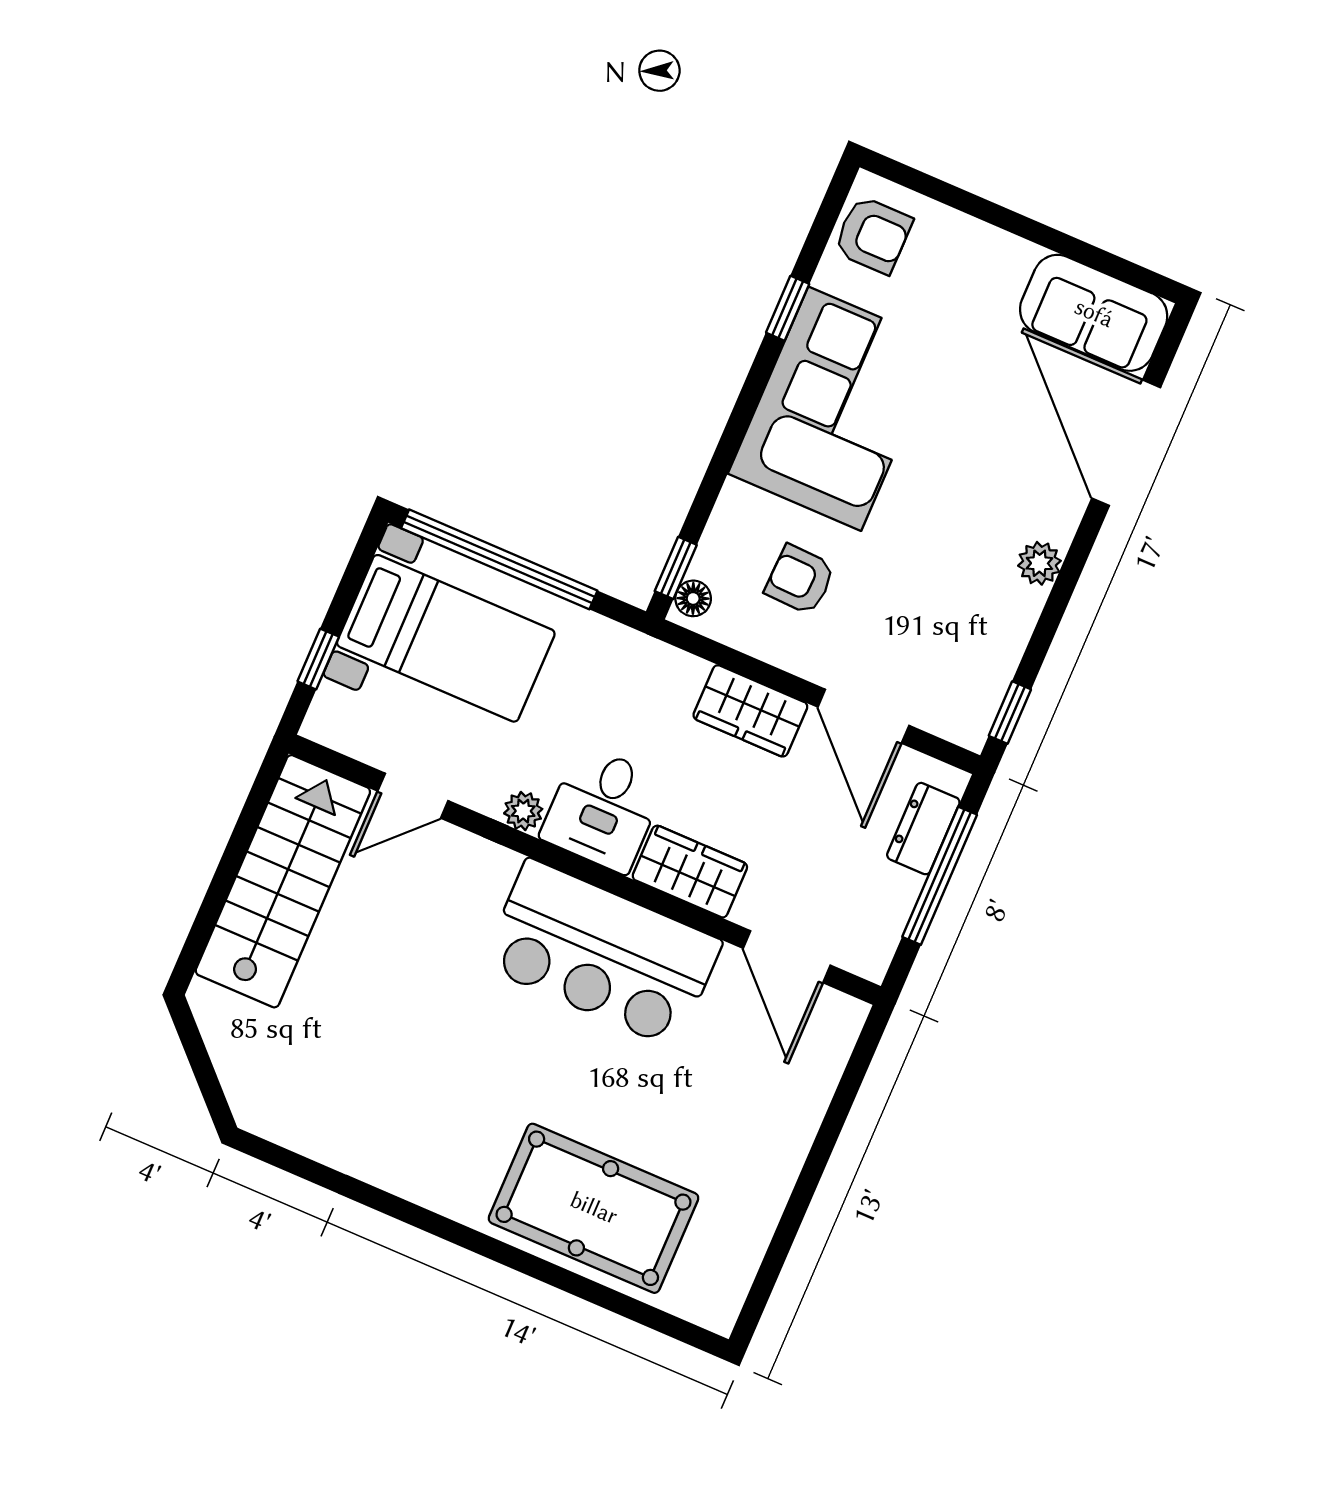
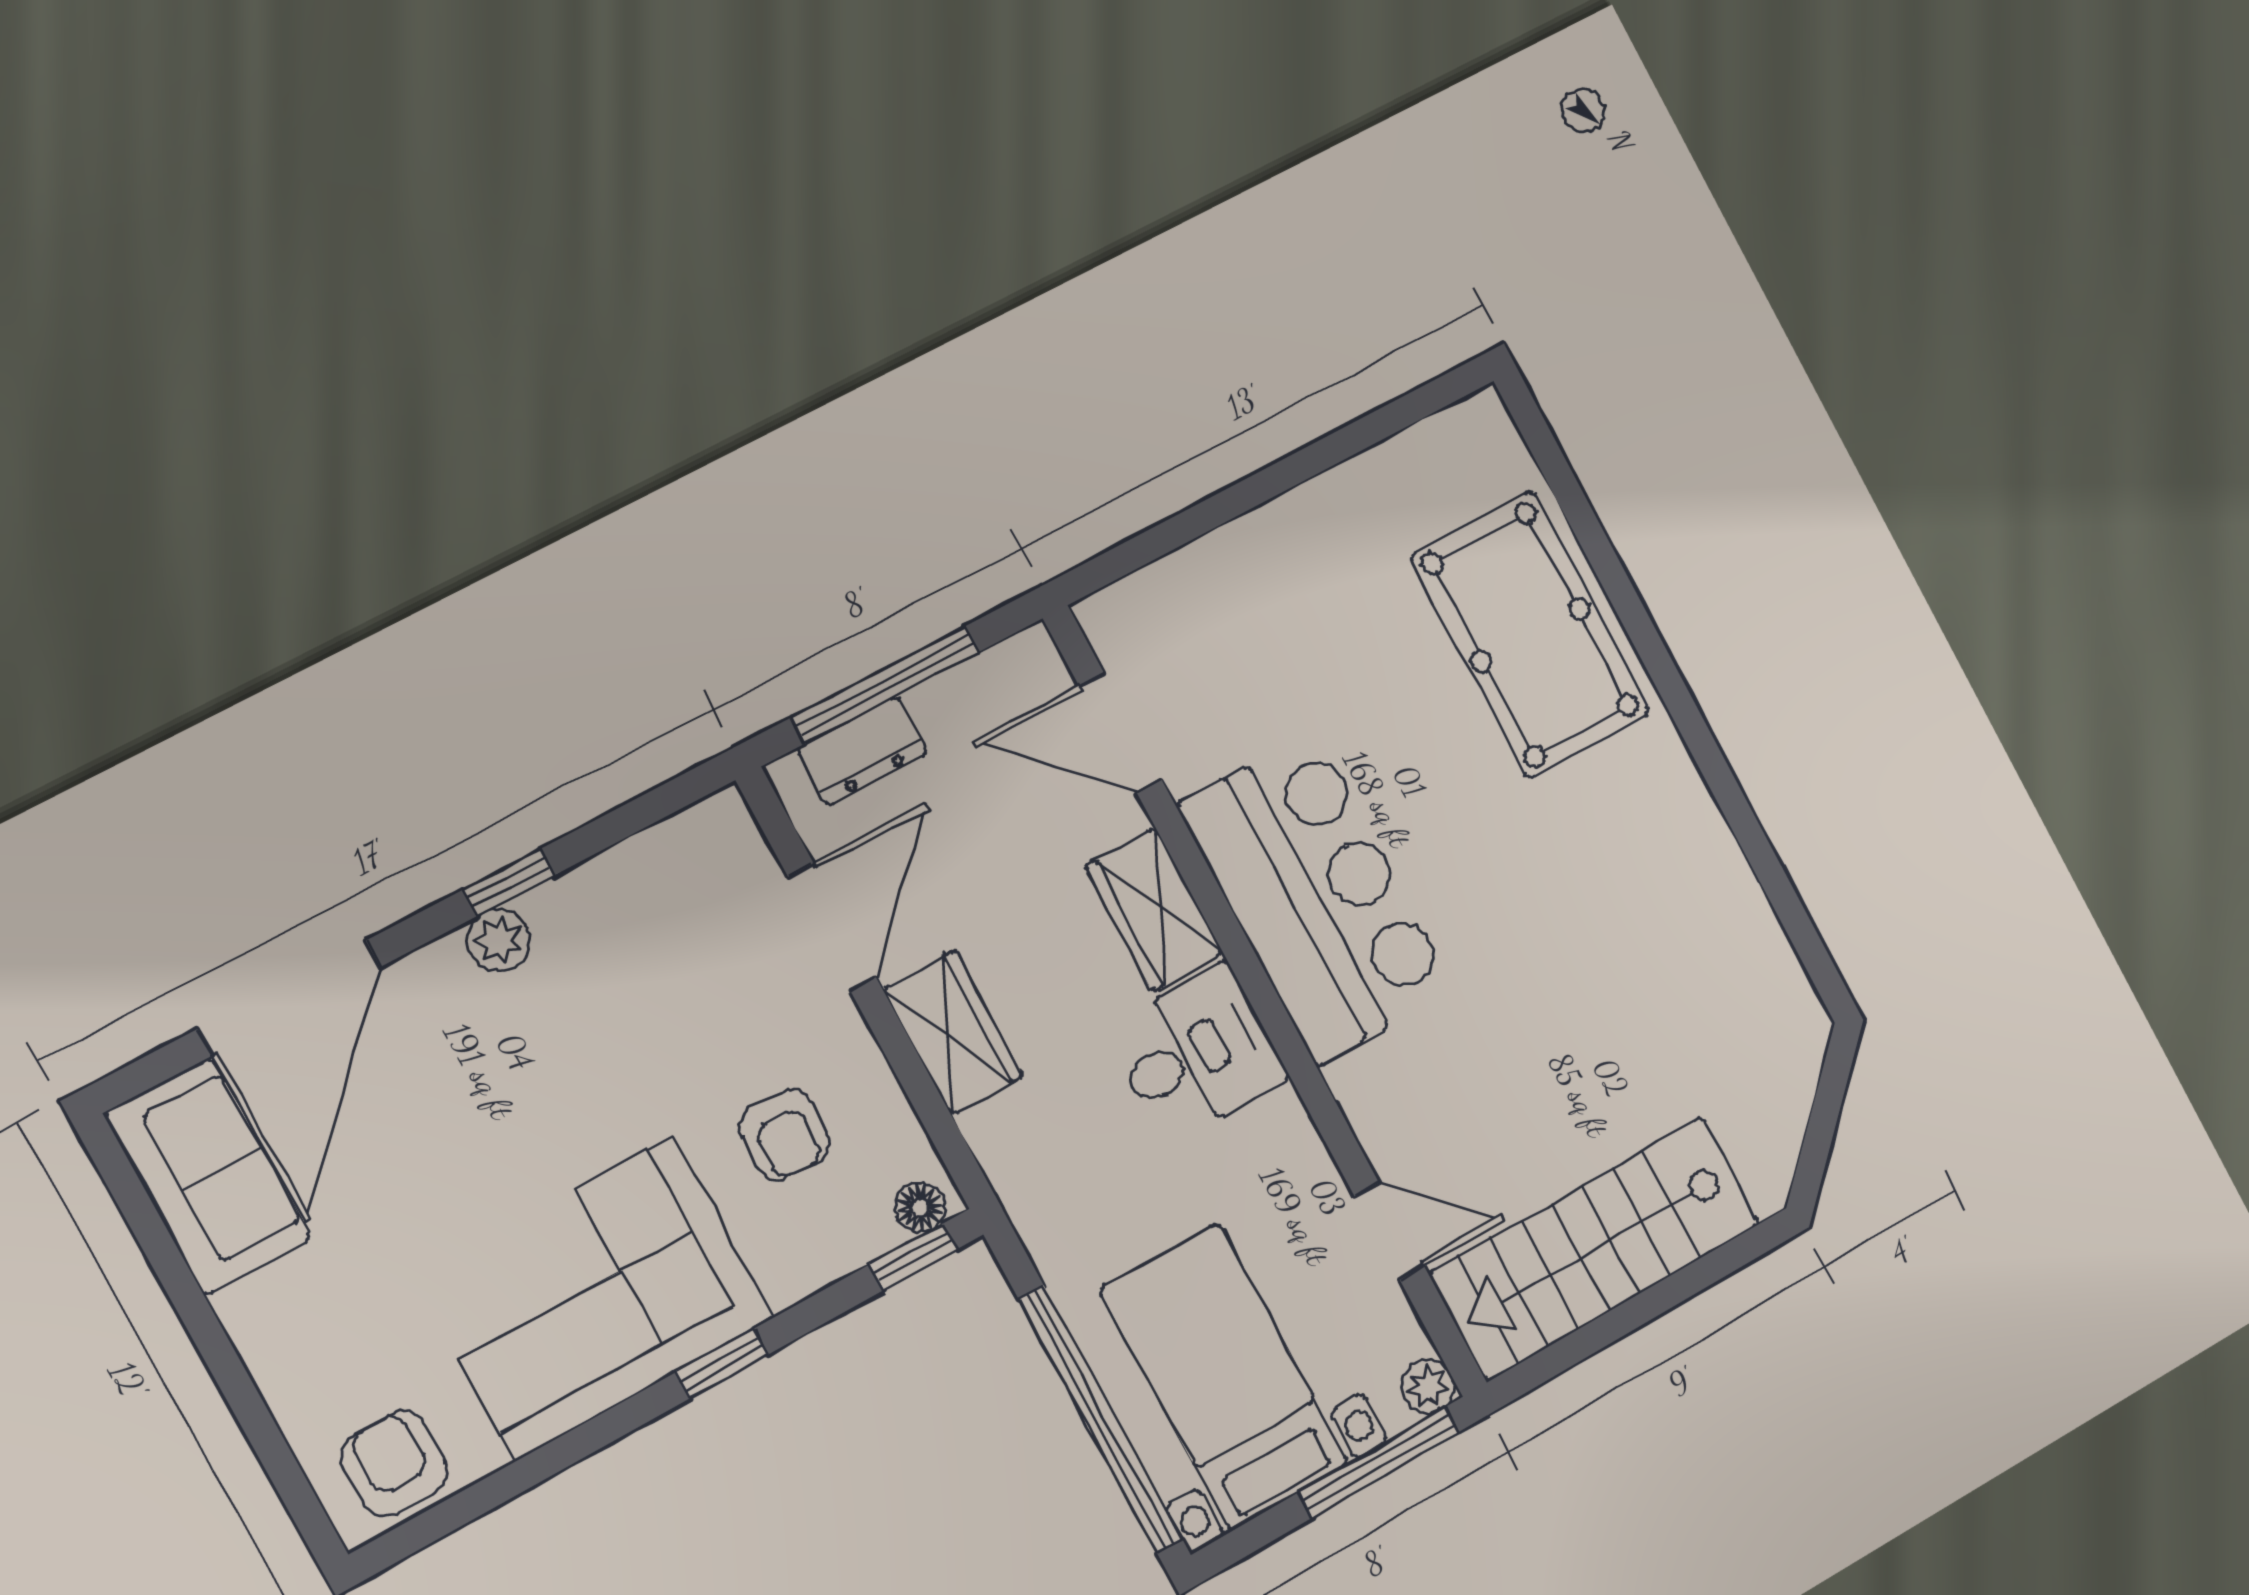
window: (788, 308) -> (722, 1363), moved
window: (318, 659) -> (1379, 1462), width x2.17
window: (1010, 713) -> (509, 883), moved
plant: (523, 811) -> (1428, 1386), moved
door: (787, 957) -> (1120, 733), swing flipped

